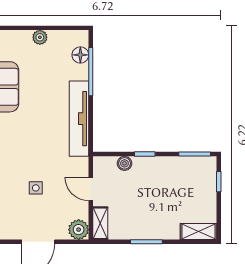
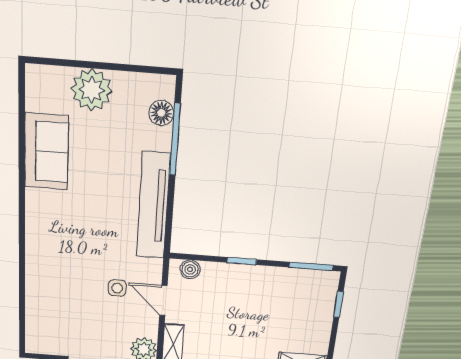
plant: (40, 37) -> (92, 90), width x1.88, depth x1.88
boiler: (125, 163) -> (190, 269), moved
side table: (36, 188) -> (117, 288), moved

